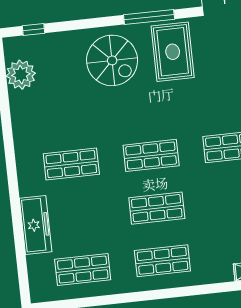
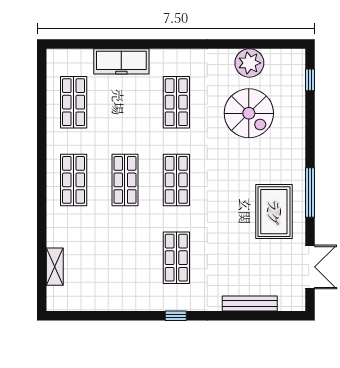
rug: (173, 52) -> (274, 212), turned 90
spiral stairs: (112, 60) -> (249, 113), moved, turned -90
plant: (21, 75) -> (249, 63), moved

